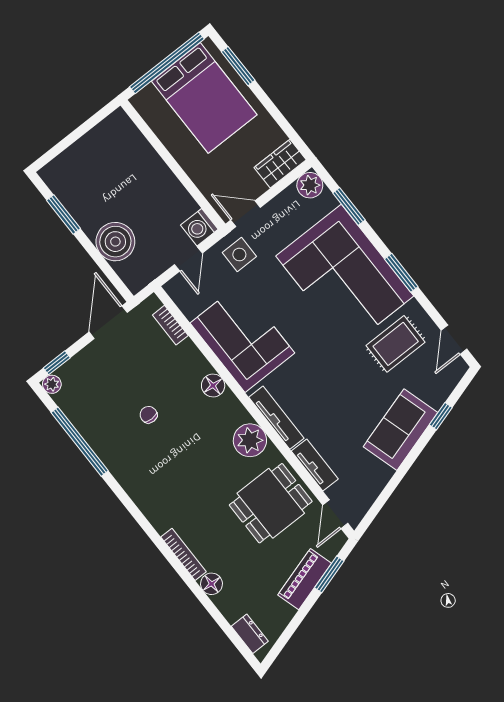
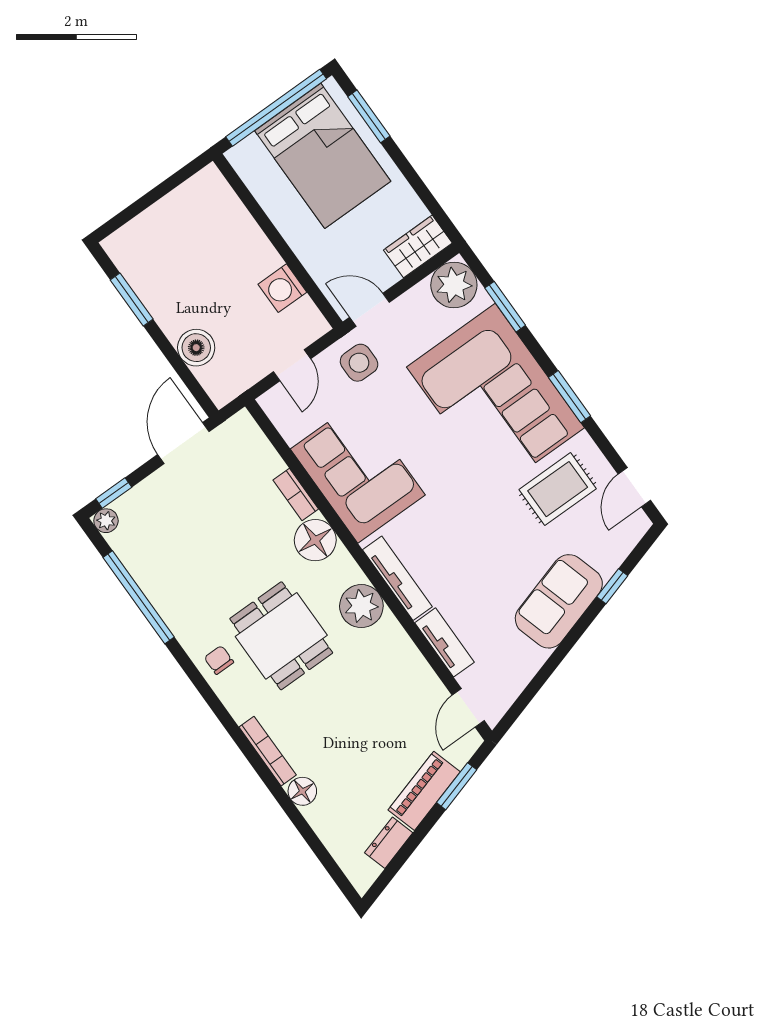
plant: (310, 185) -> (454, 285), width x1.36, depth x1.36
washing machine: (199, 227) -> (282, 288), moved
boiler: (115, 242) -> (196, 348), width x0.73, depth x0.73
bookcase: (170, 325) -> (296, 495), moved
floor lamp: (213, 385) -> (315, 540), width x1.38, depth x1.38
chair: (149, 415) -> (219, 660), moved
dining table: (271, 503) -> (281, 636), moved, turned 90
dresser: (250, 634) -> (389, 843), moved, turned -107

